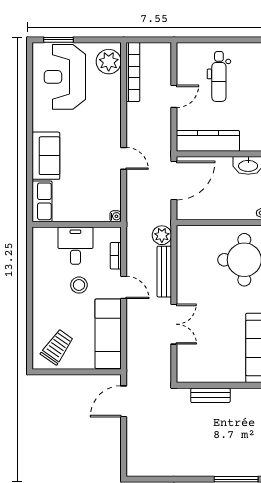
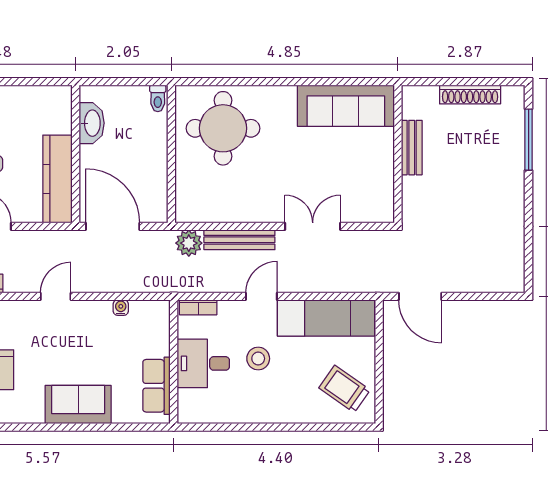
door: (124, 158) -> (56, 296), moved
row of seats: (42, 201) -> (156, 386), moved, turned -90
water cooler: (116, 216) -> (121, 308), moved
bookcase: (116, 256) -> (198, 307), moved
bench: (210, 395) -> (412, 148), moved

